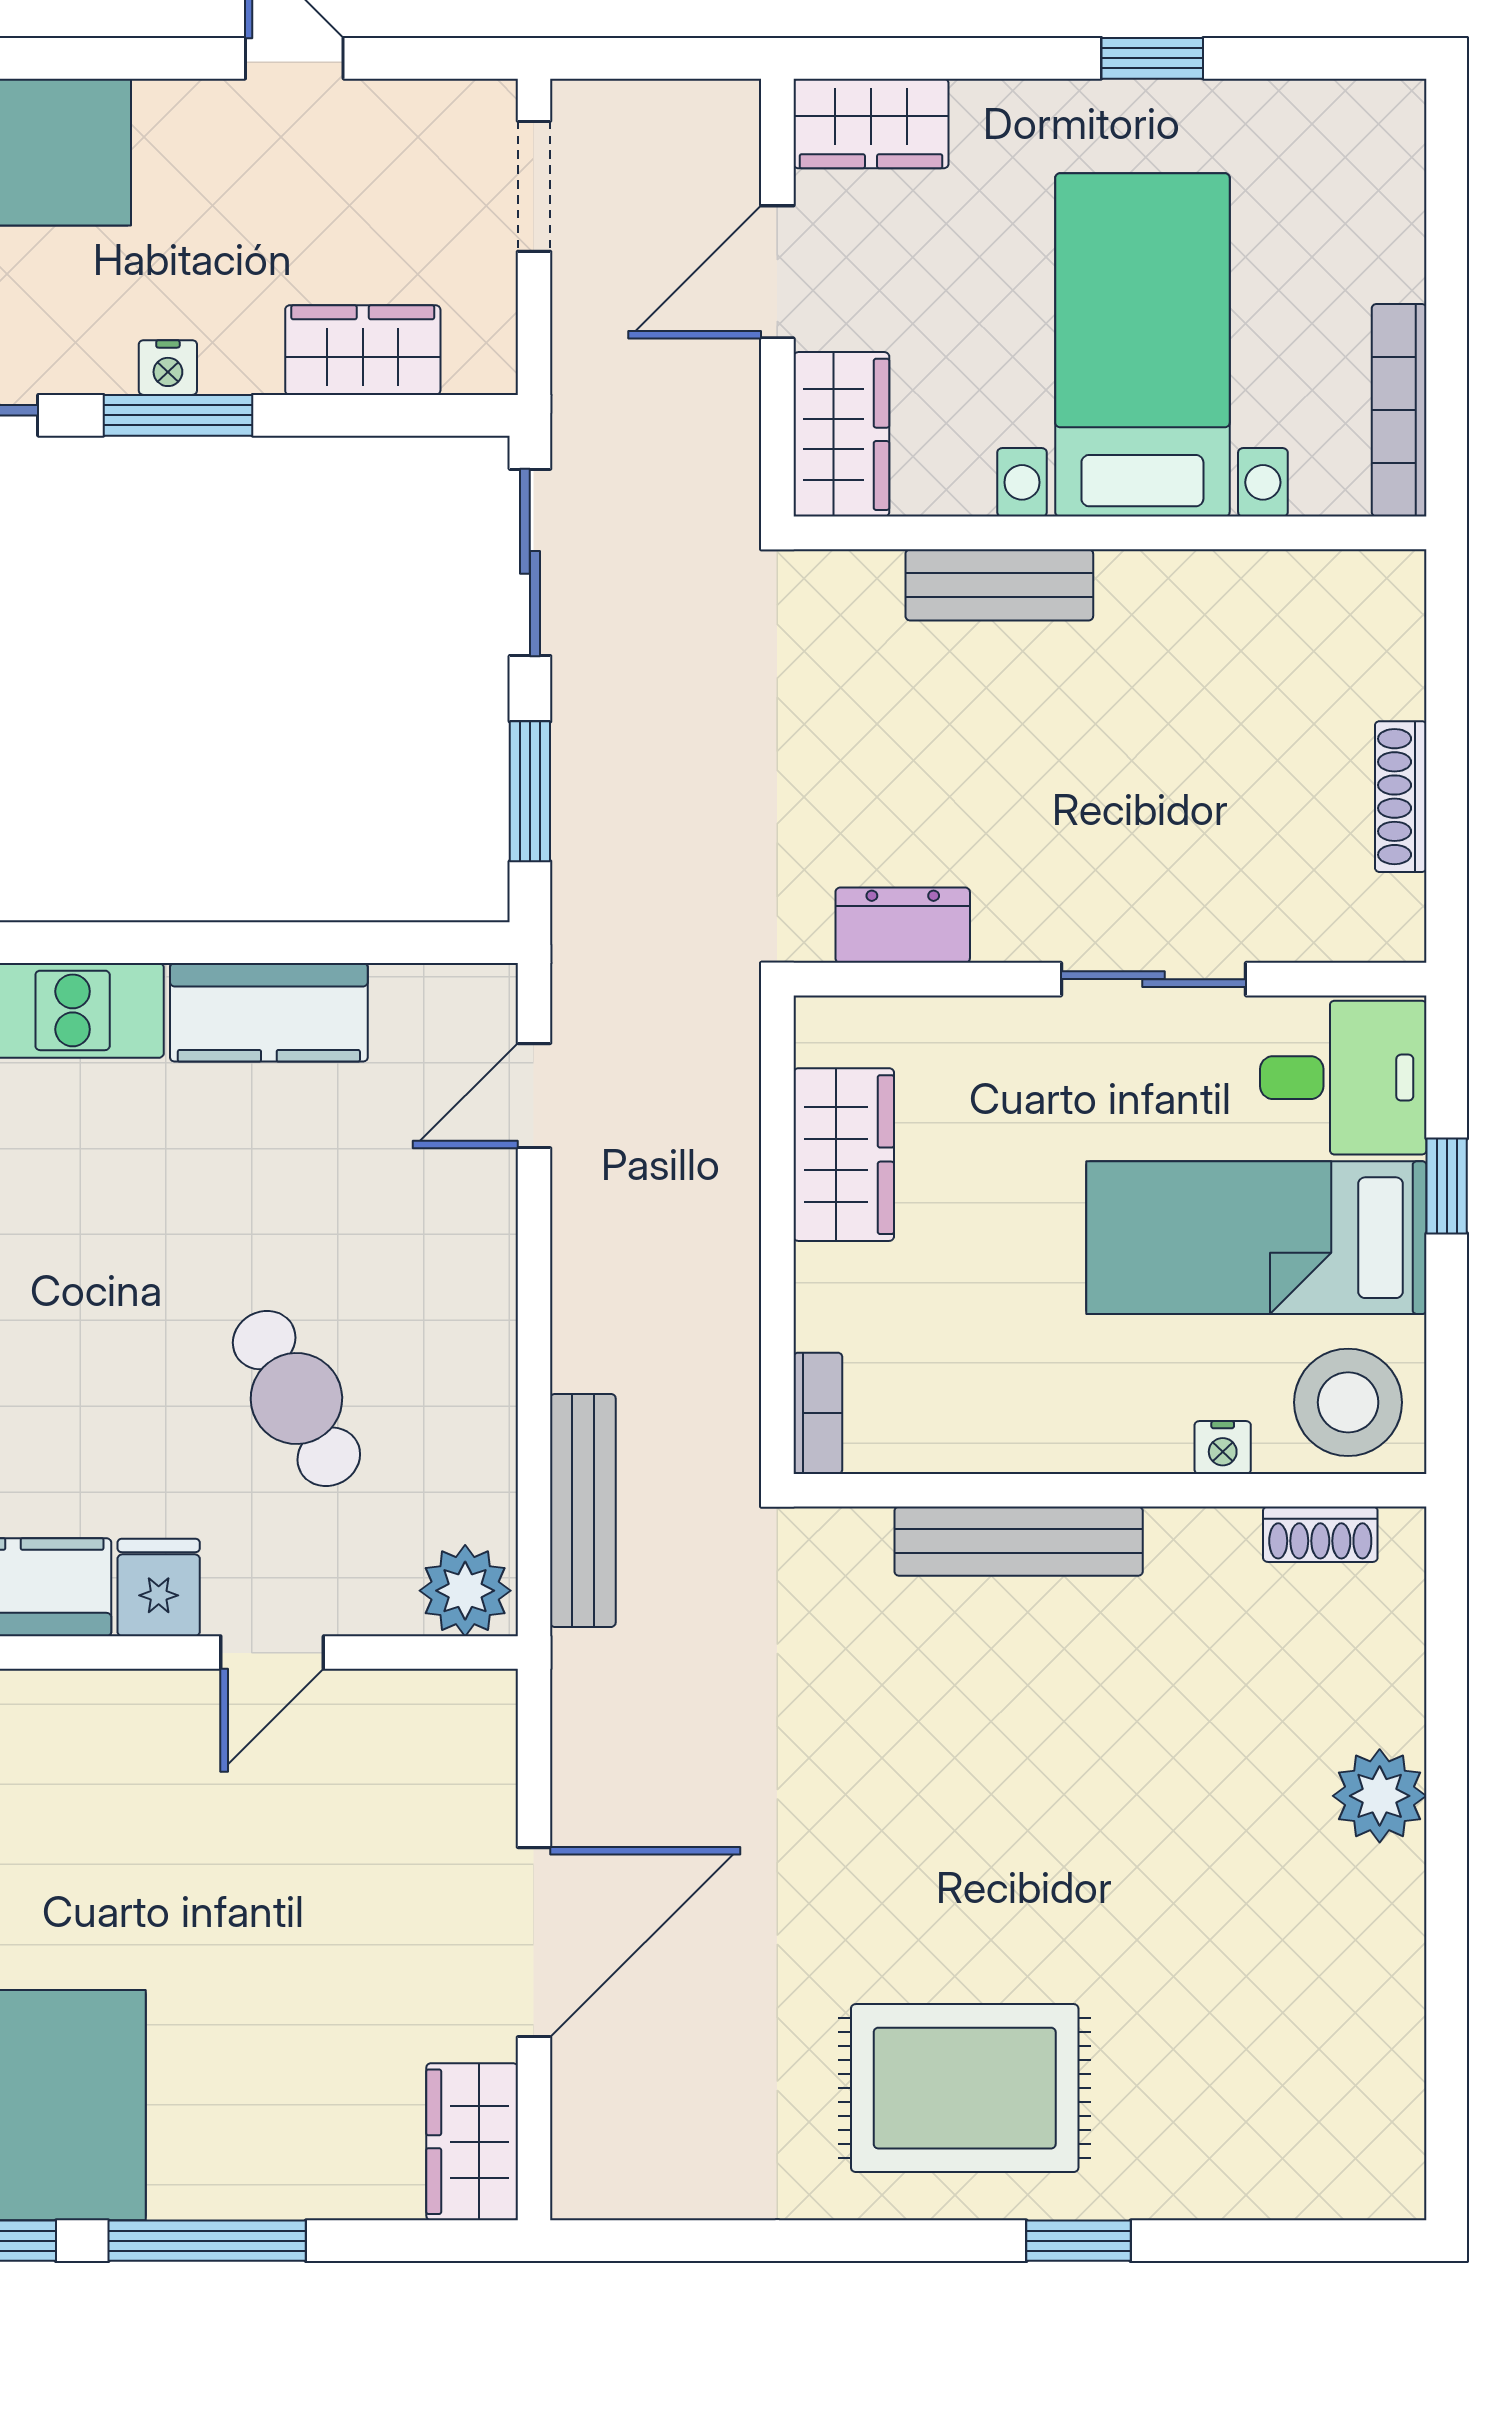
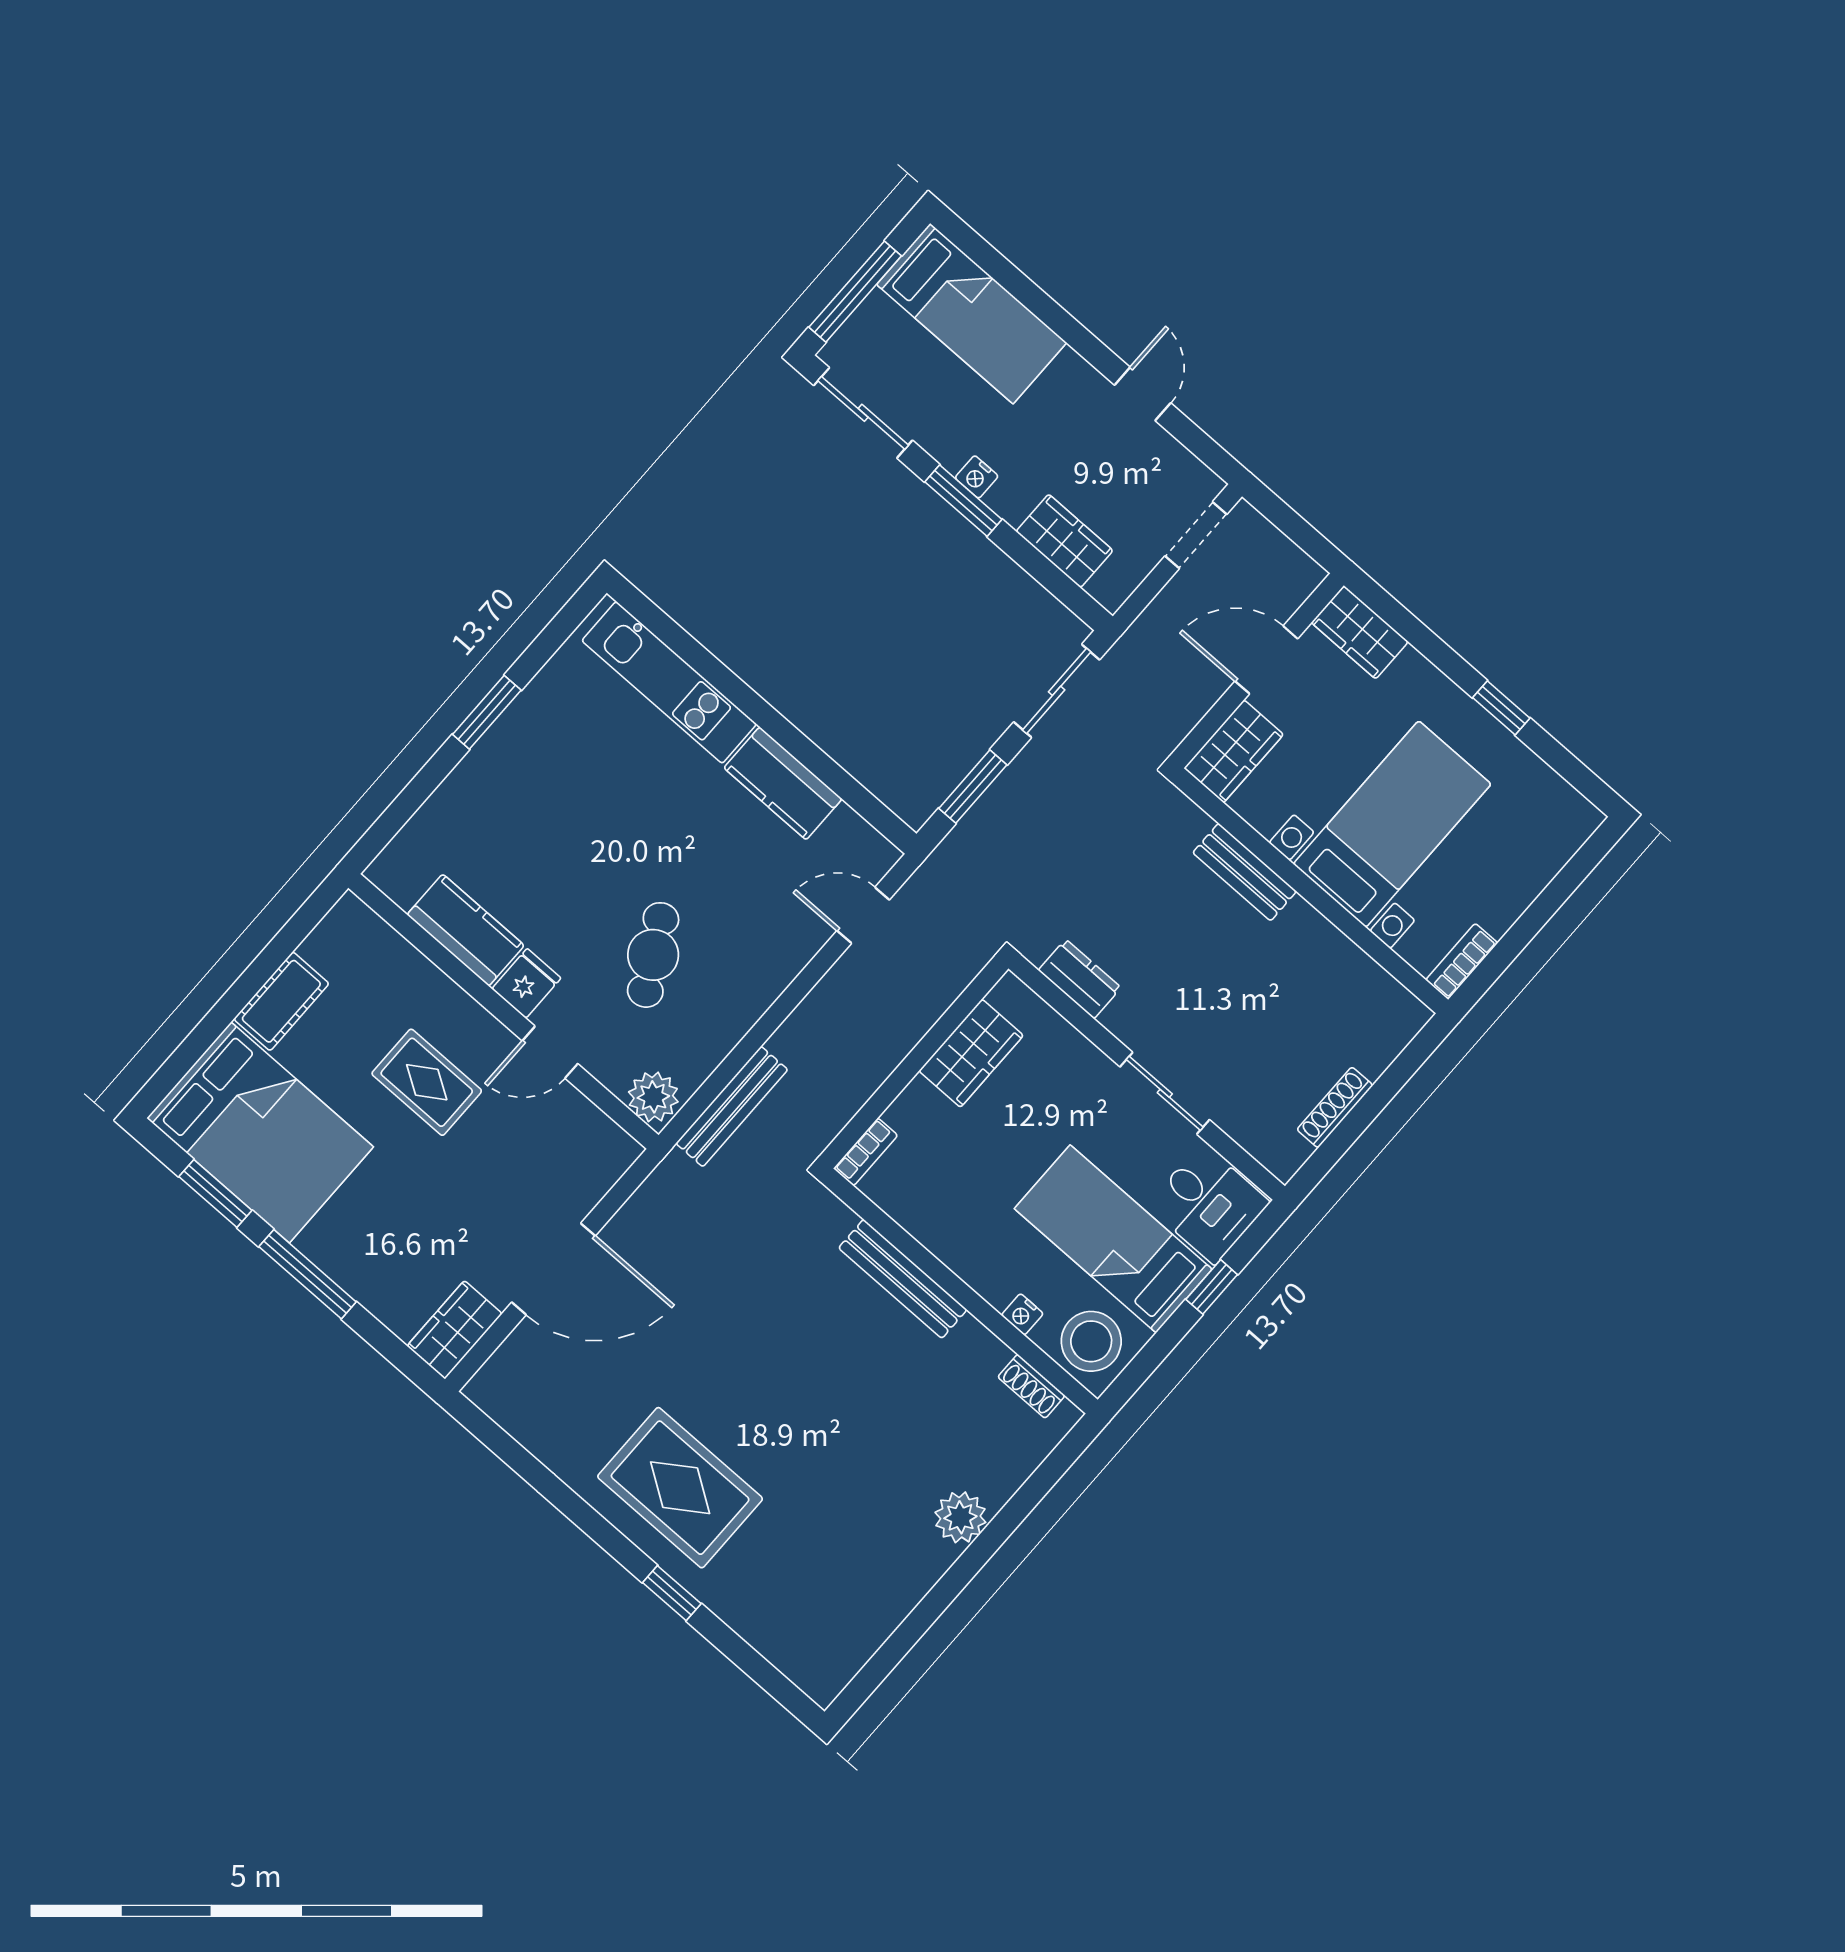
bookcase: (1399, 410) -> (1462, 961), width x0.64
rug: (141, 1839) -> (427, 1082), added

